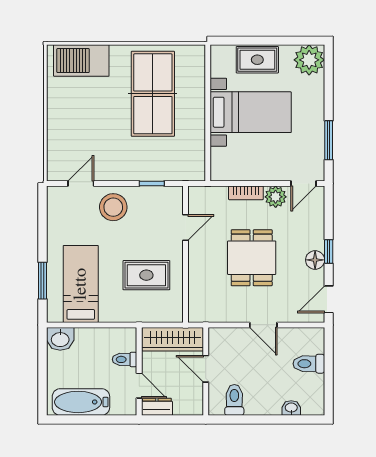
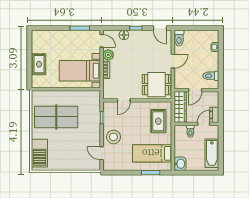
plant: (309, 60) -> (39, 38), removed
bed with nightstands: (251, 112) -> (80, 71), moved, turned -90
door: (186, 227) -> (124, 100), swing flipped
dining table: (252, 258) -> (157, 85), moved
floor lamp: (315, 260) -> (124, 35), moved
rug: (146, 275) -> (158, 121), moved
toilet: (309, 364) -> (179, 38), moved

